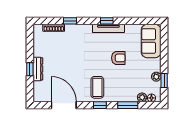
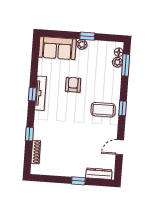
dresser: (38, 69) -> (99, 174), moved
plant: (156, 77) -> (82, 44), moved
window: (164, 80) -> (87, 36), moved
door: (64, 105) -> (120, 147), width x0.53
window: (128, 105) -> (126, 65), moved

